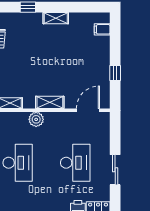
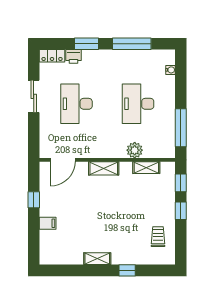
filing cabinet: (102, 29) -> (48, 223), moved
plant: (36, 119) -> (135, 150), moved

